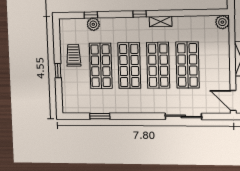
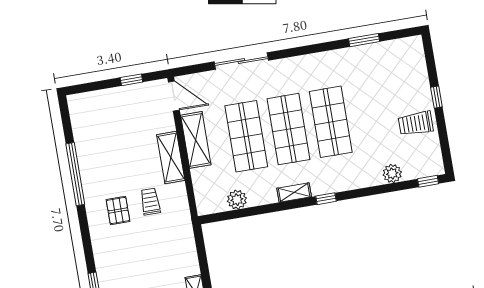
window: (91, 15) -> (428, 181), moved
plant: (222, 22) -> (237, 200), moved
trolley: (74, 55) -> (416, 123), turned 90
shop shelf: (101, 66) -> (373, 115), removed
shelving: (223, 68) -> (196, 140), added

